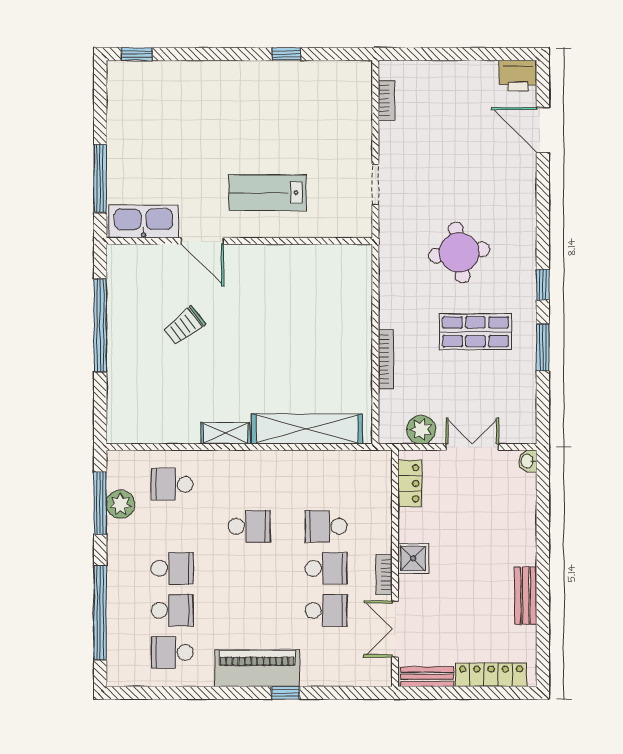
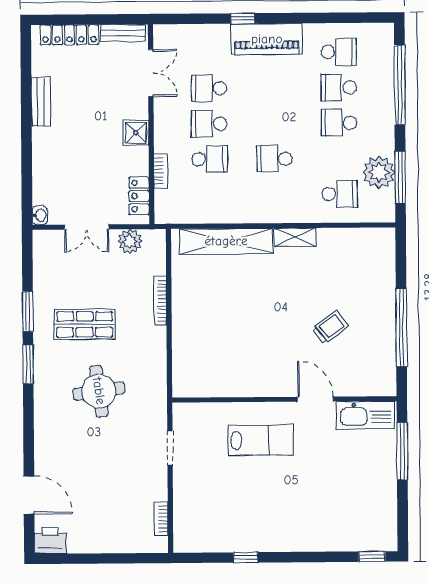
window: (543, 285) -> (28, 364), width x1.50
plant: (120, 504) -> (379, 172), width x1.36, depth x1.36
bookcase: (384, 575) -> (161, 171), moved

